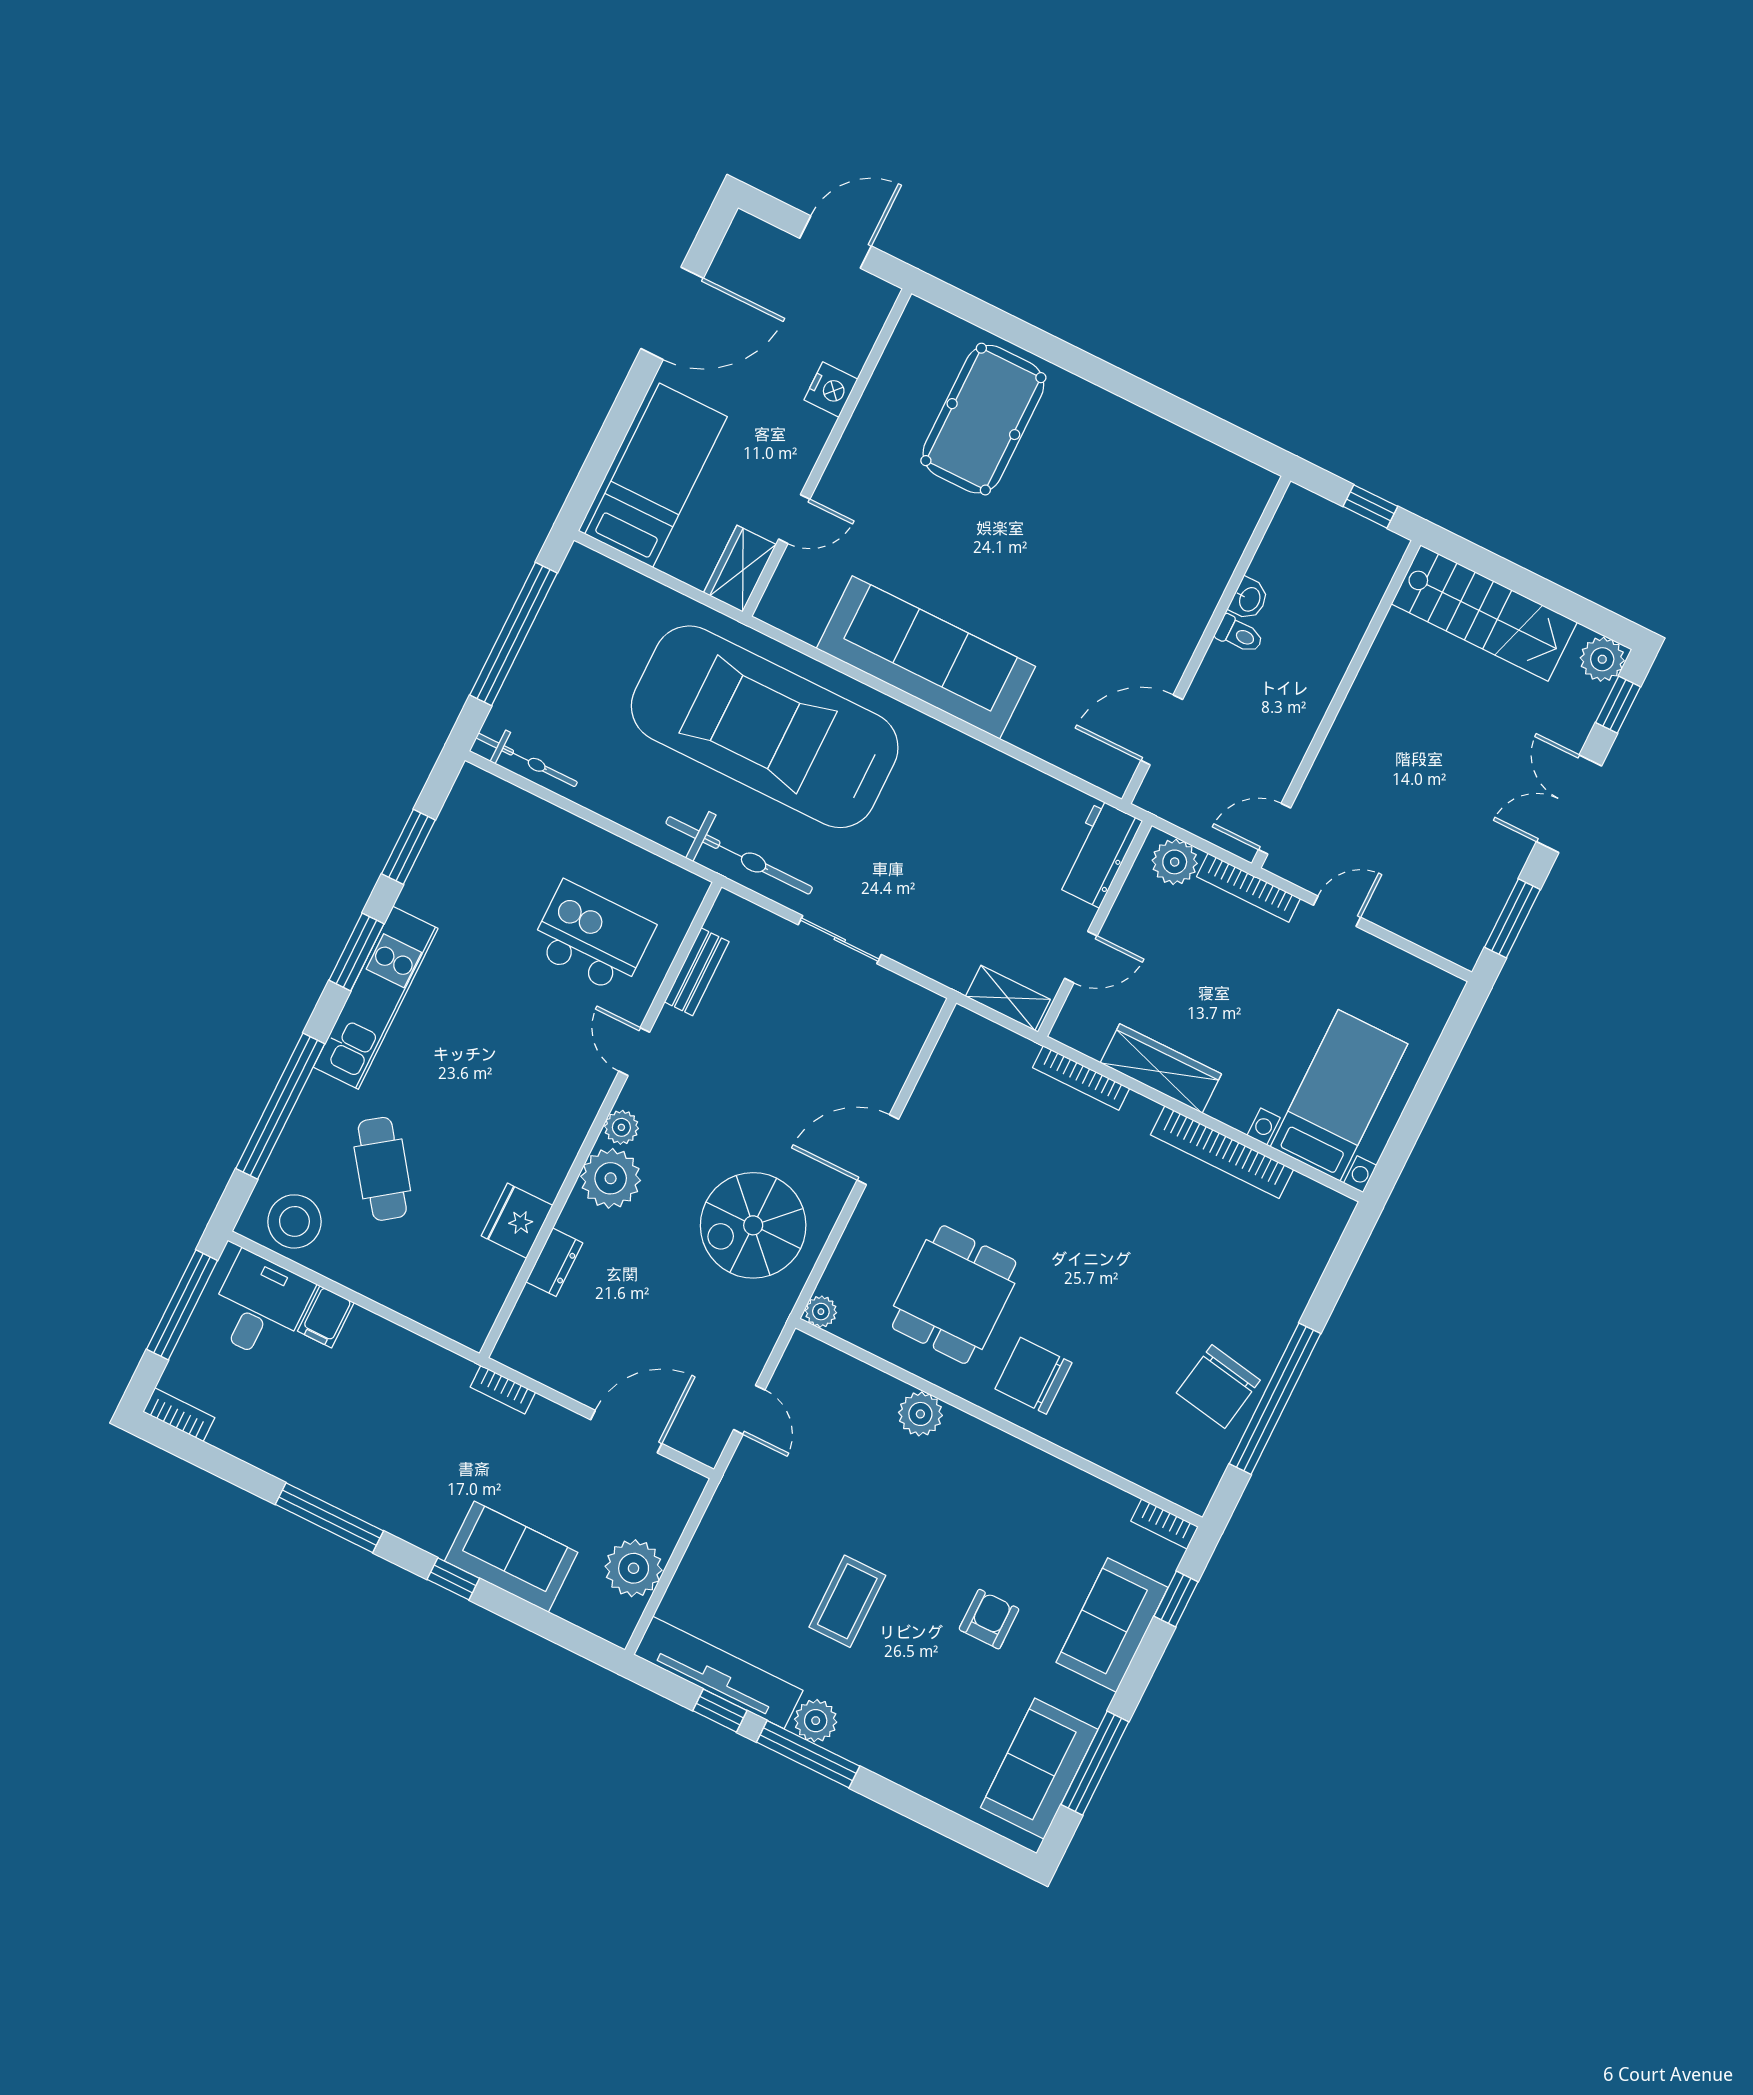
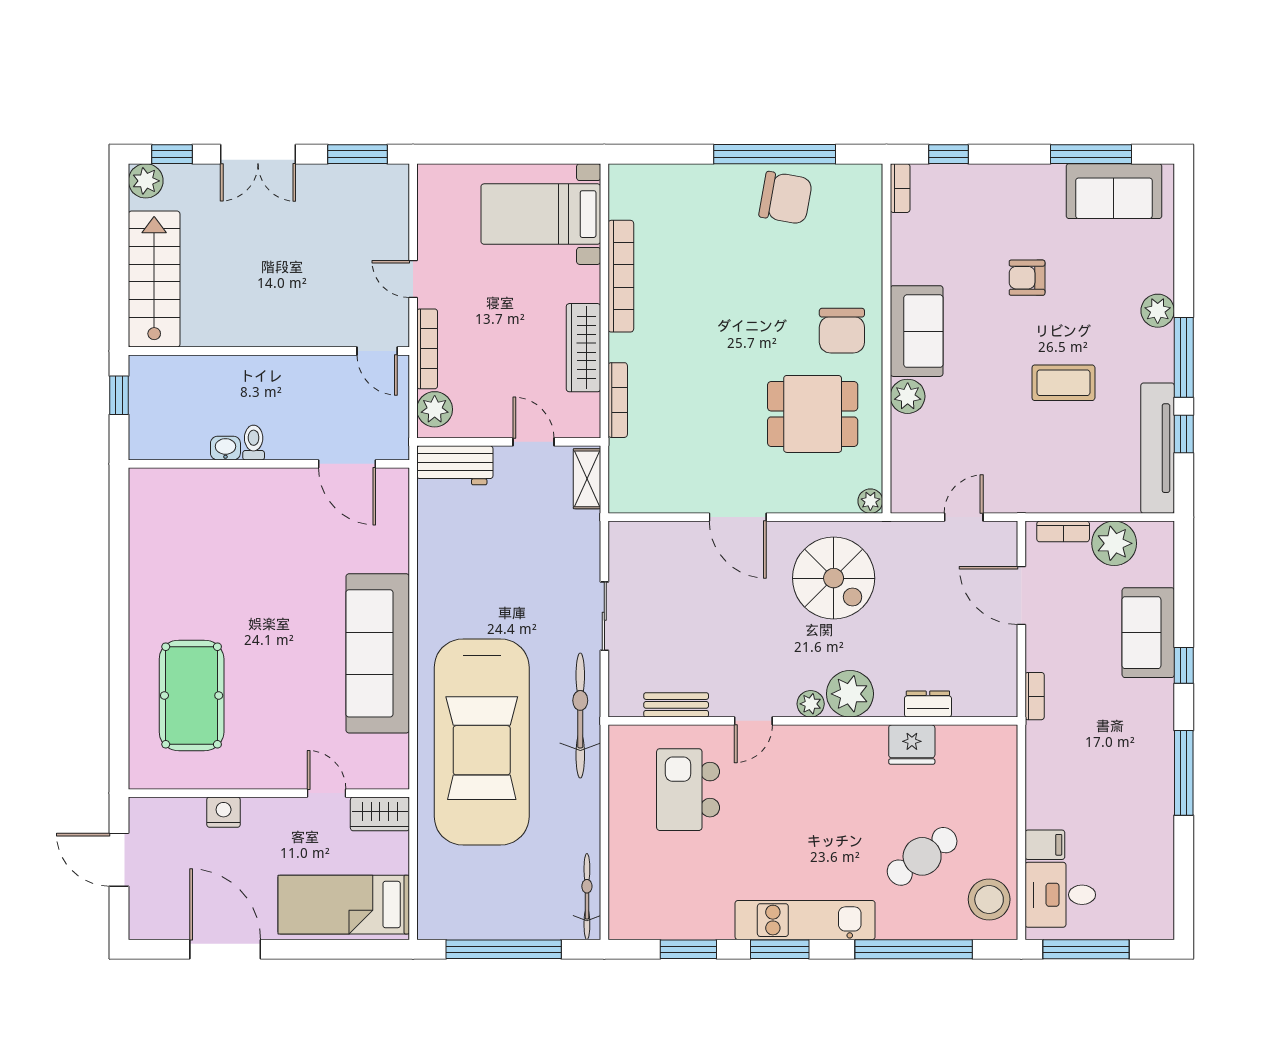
pool table: (983, 419) -> (192, 695), turned 90
bookcase: (179, 1415) -> (1063, 531), moved, turned -90
sofa: (1112, 1625) -> (917, 331), moved, turned -90
plant: (816, 1721) -> (1158, 311), moved

